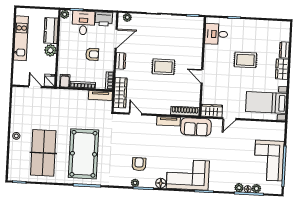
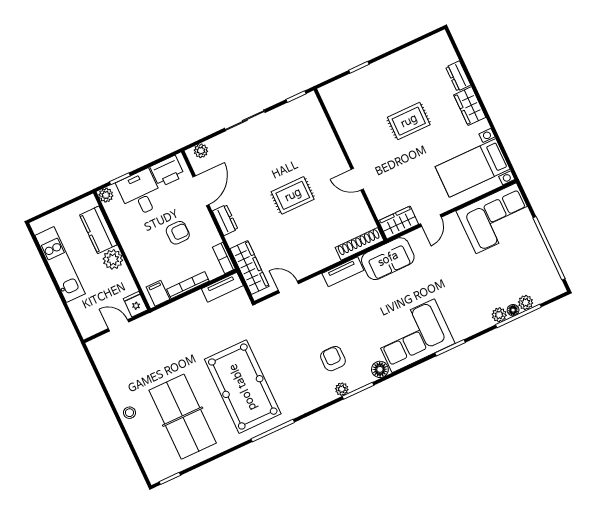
desk: (216, 34) -> (345, 106), removed
corner sofa: (269, 161) -> (496, 218), moved, turned -90

